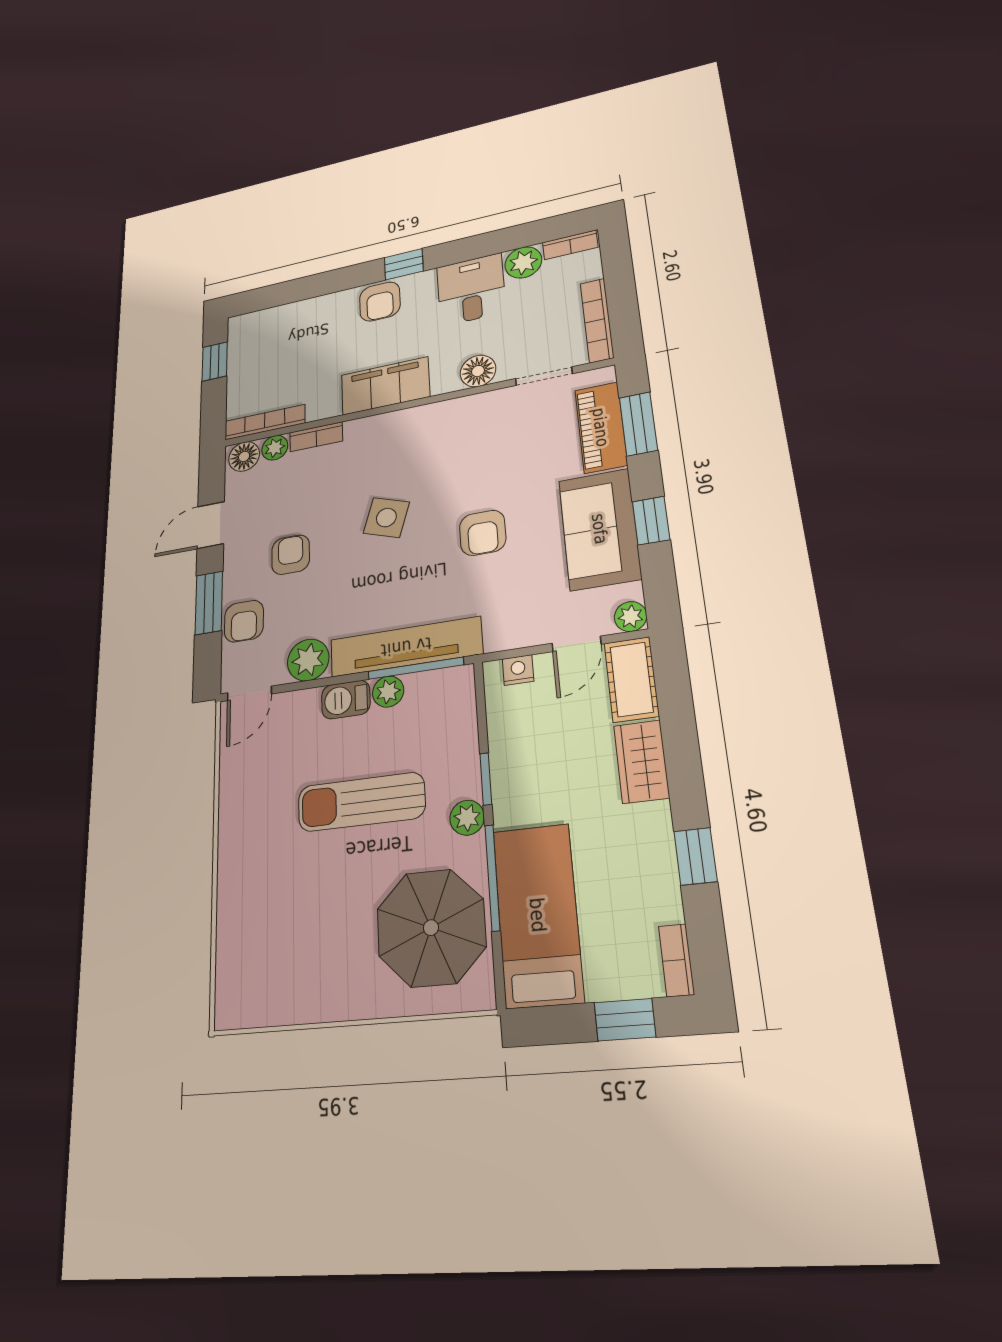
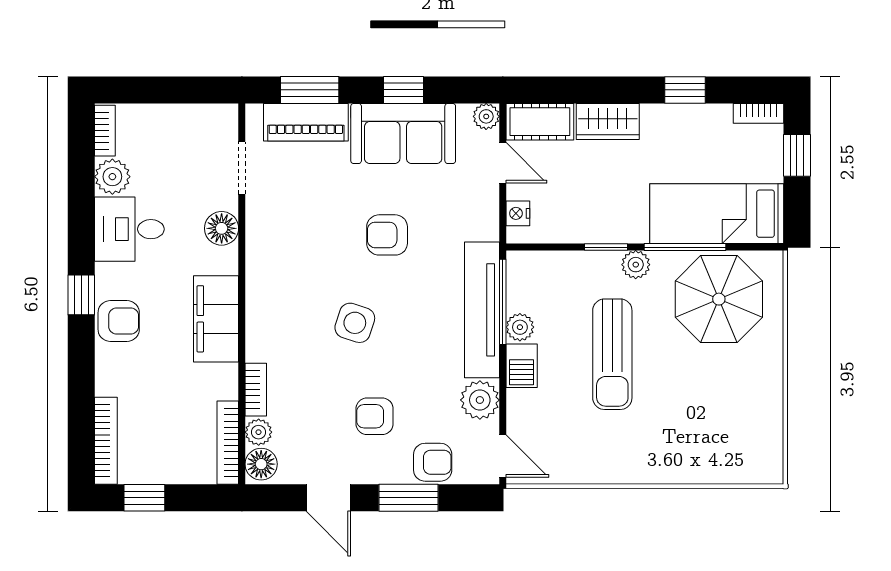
bookcase: (597, 320) -> (106, 441), moved, turned -90
armchair: (483, 533) -> (387, 235), turned 180

